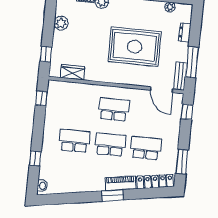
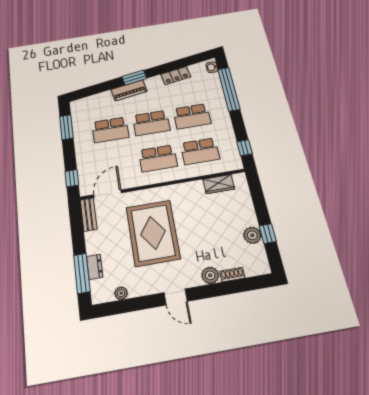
rug: (135, 47) -> (153, 233), turned 90
window: (46, 54) -> (268, 234), moved
window: (192, 62) -> (82, 273), moved
door: (162, 90) -> (108, 194), hinge flipped
school desk: (78, 106) -> (200, 151), added
window: (35, 158) -> (229, 89), width x3.17
locker: (155, 182) -> (176, 76), moved, width x0.66

